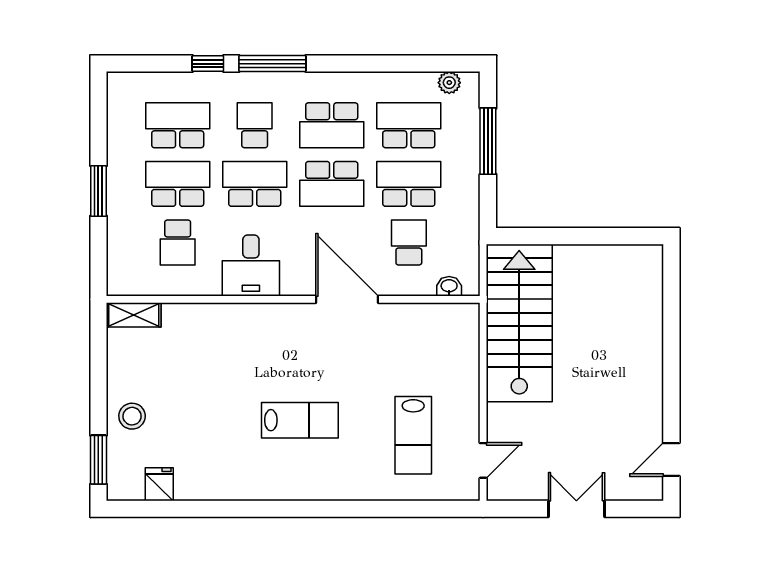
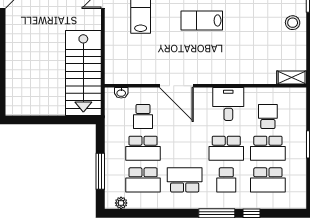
school desk: (332, 184) -> (185, 148), removed

